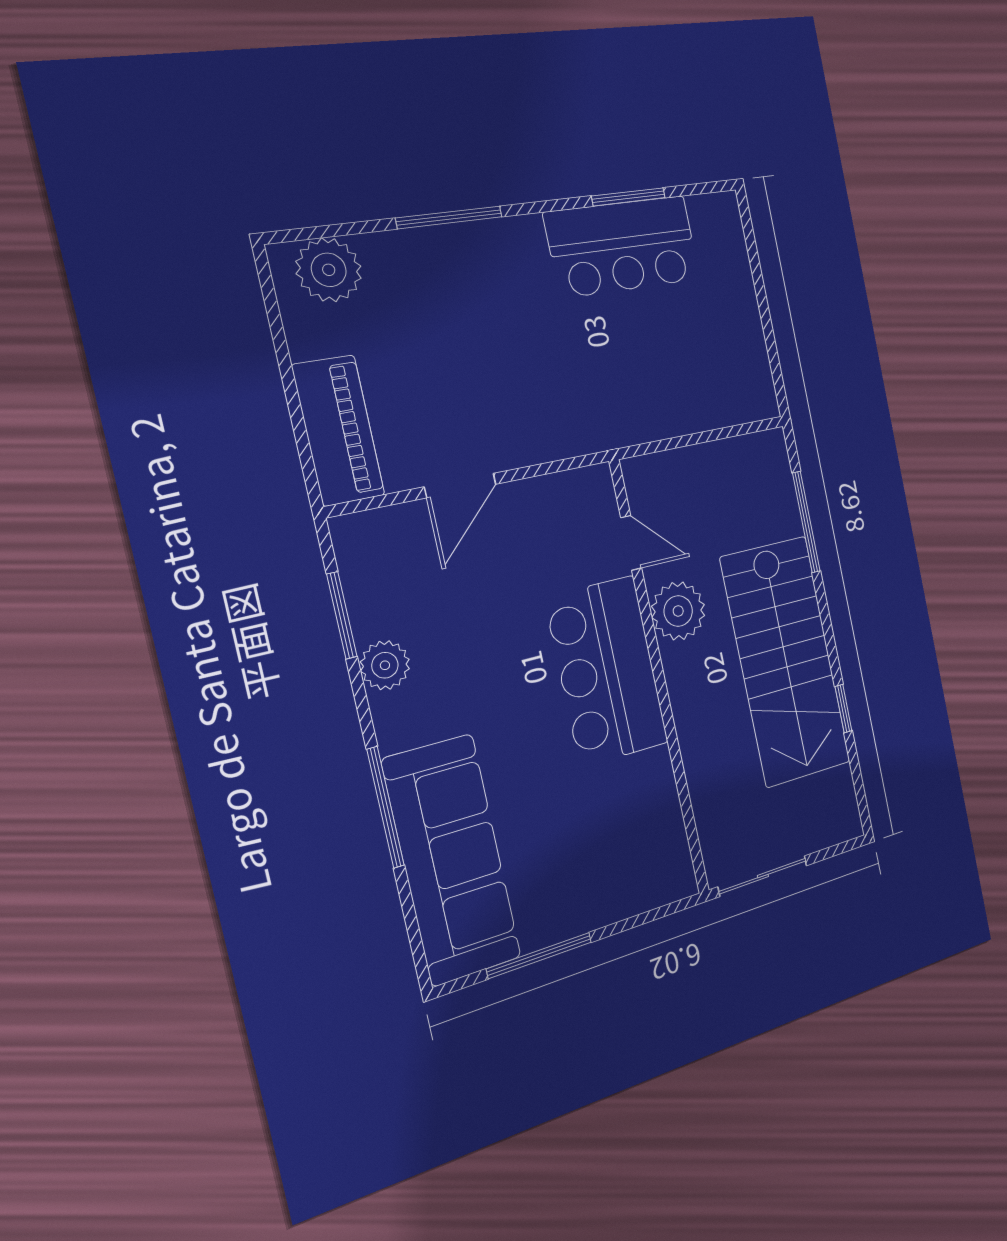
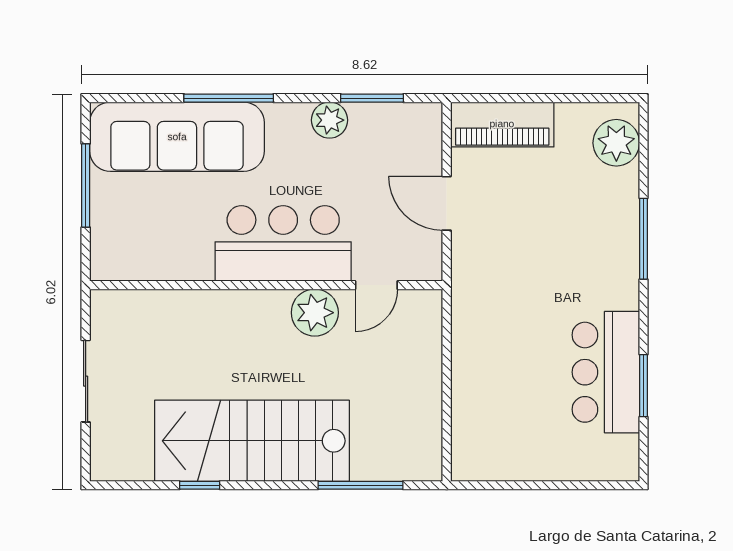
door: (631, 543) -> (376, 285), moved
plant: (678, 611) -> (315, 313), moved
bar counter: (607, 671) -> (283, 243), moved
wall: (660, 679) -> (266, 285), moved

